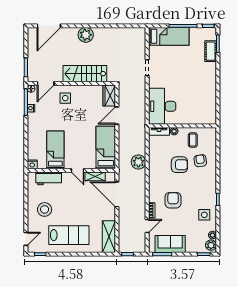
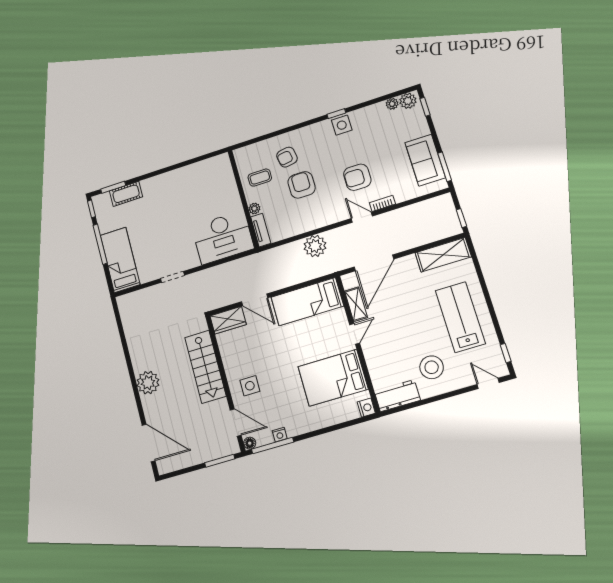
bed: (55, 150) -> (333, 378), width x1.50
workbench: (49, 178) -> (397, 396), moved, turned -90
side table: (204, 215) -> (342, 125), moved
door: (147, 226) -> (362, 217), moved

